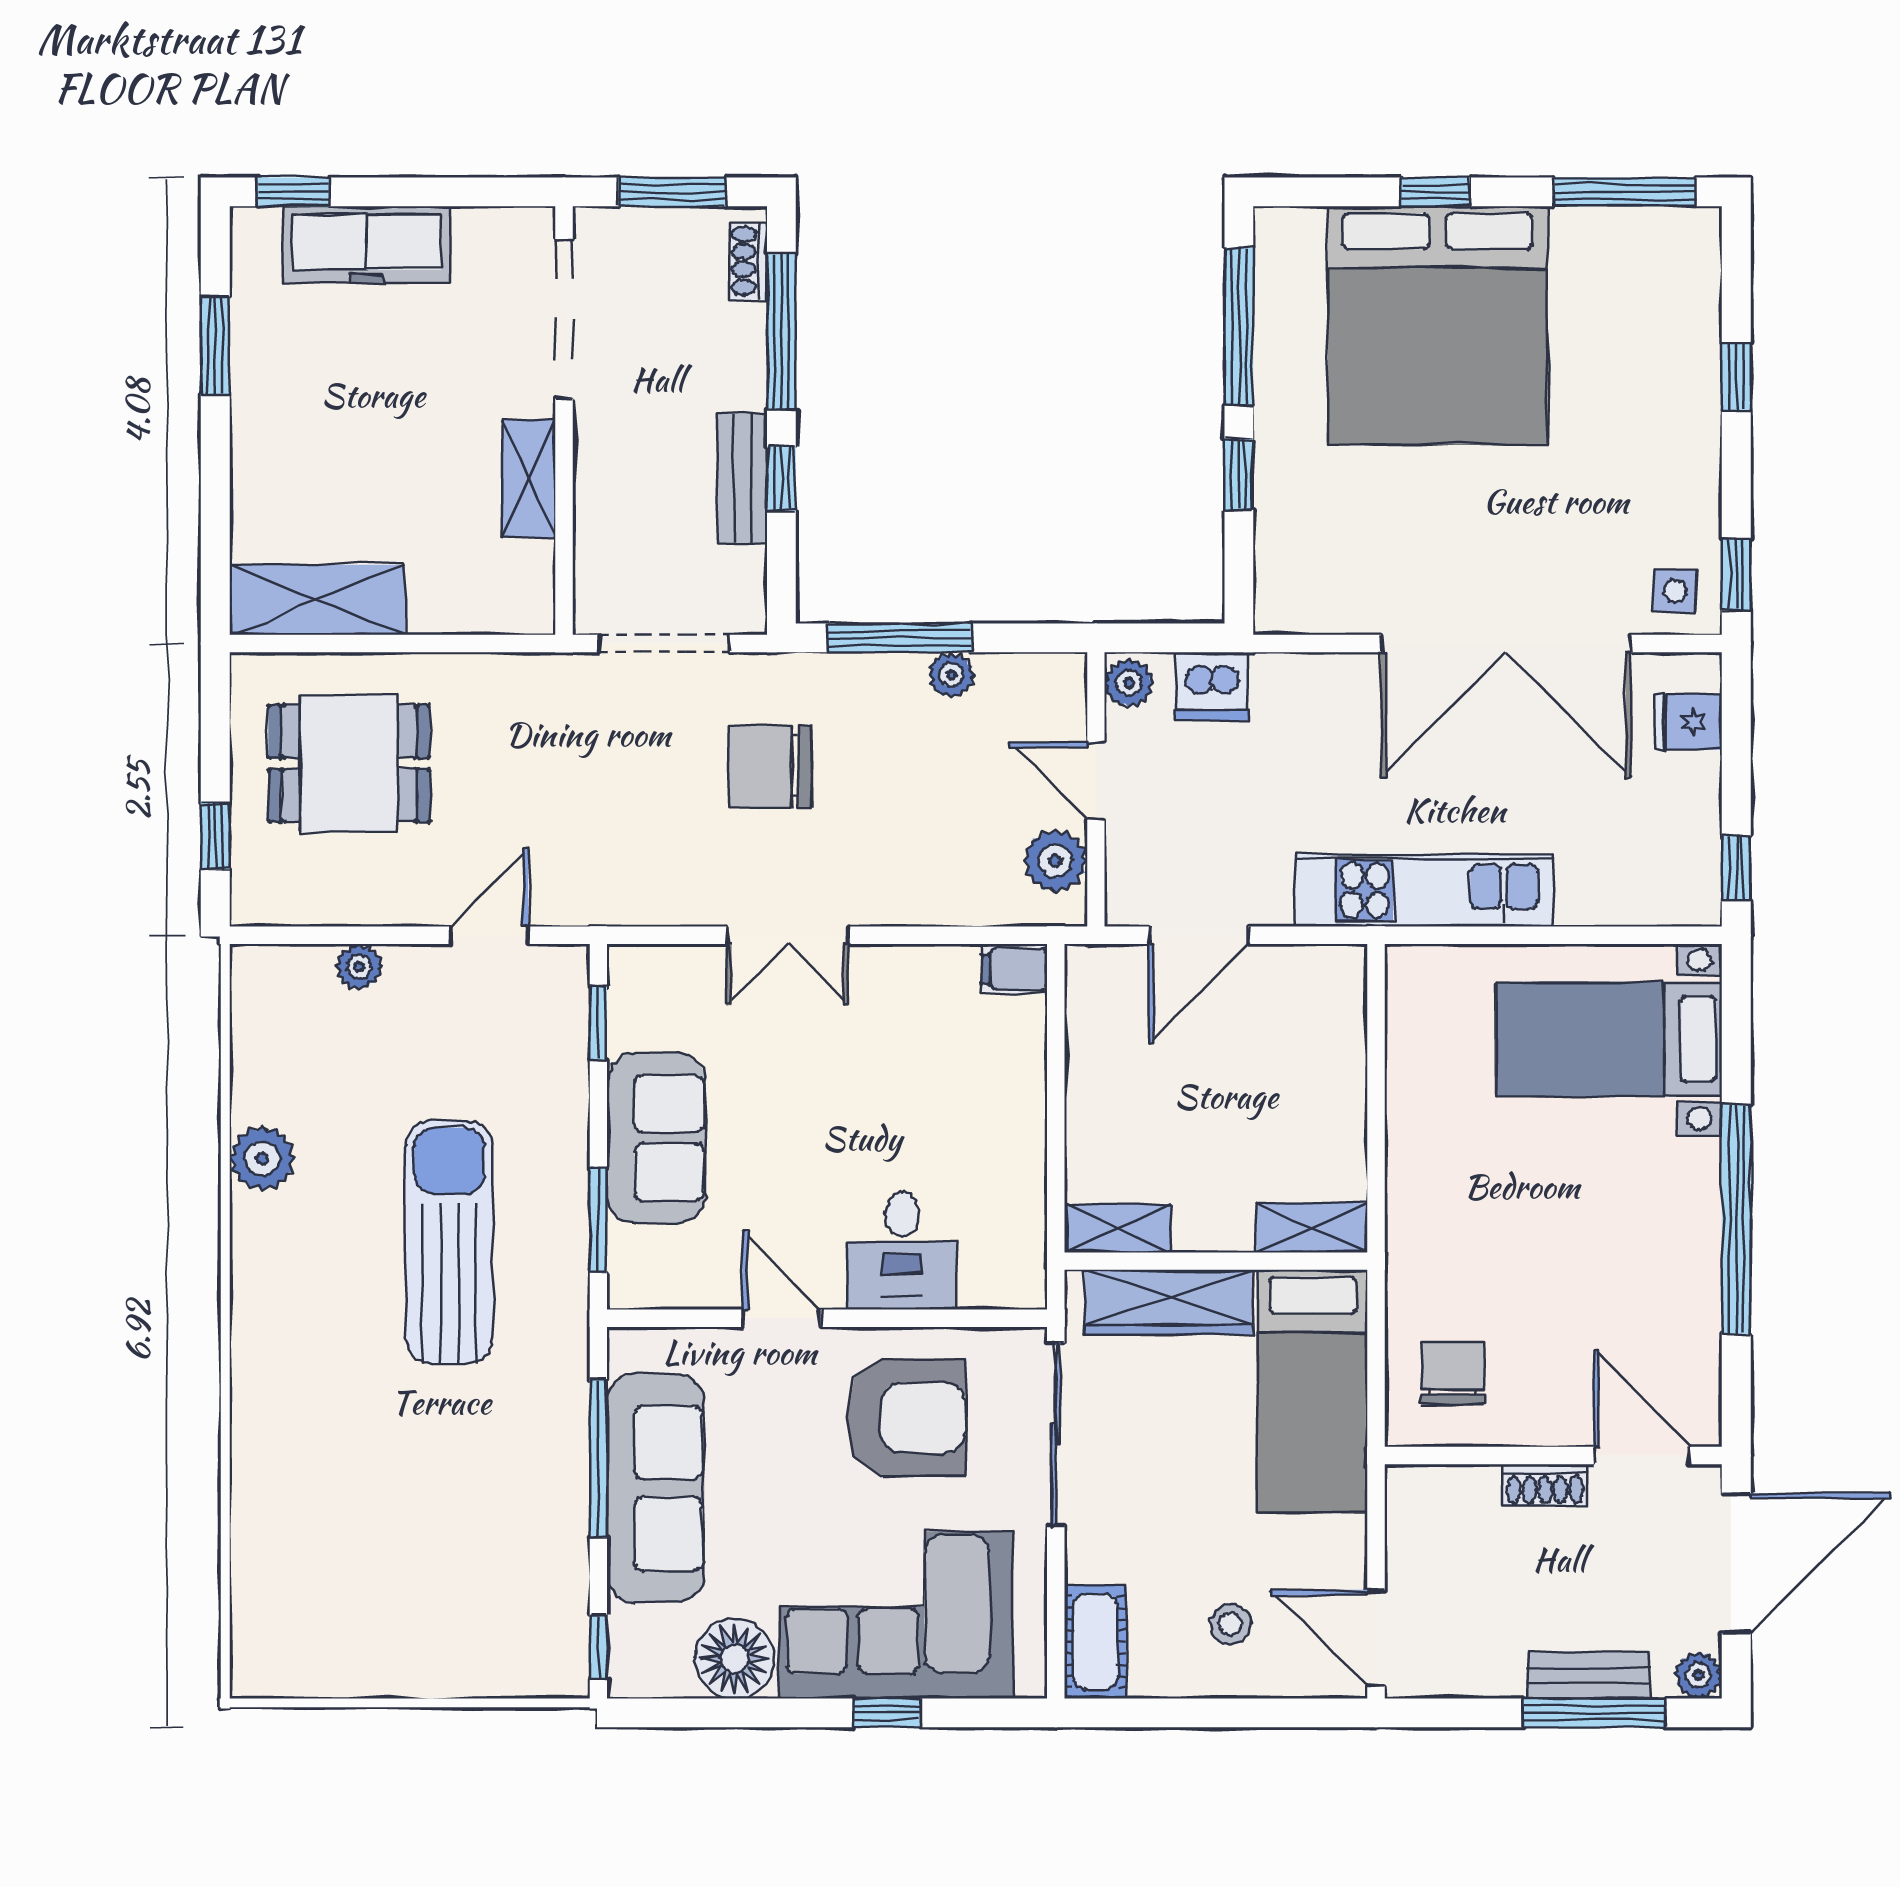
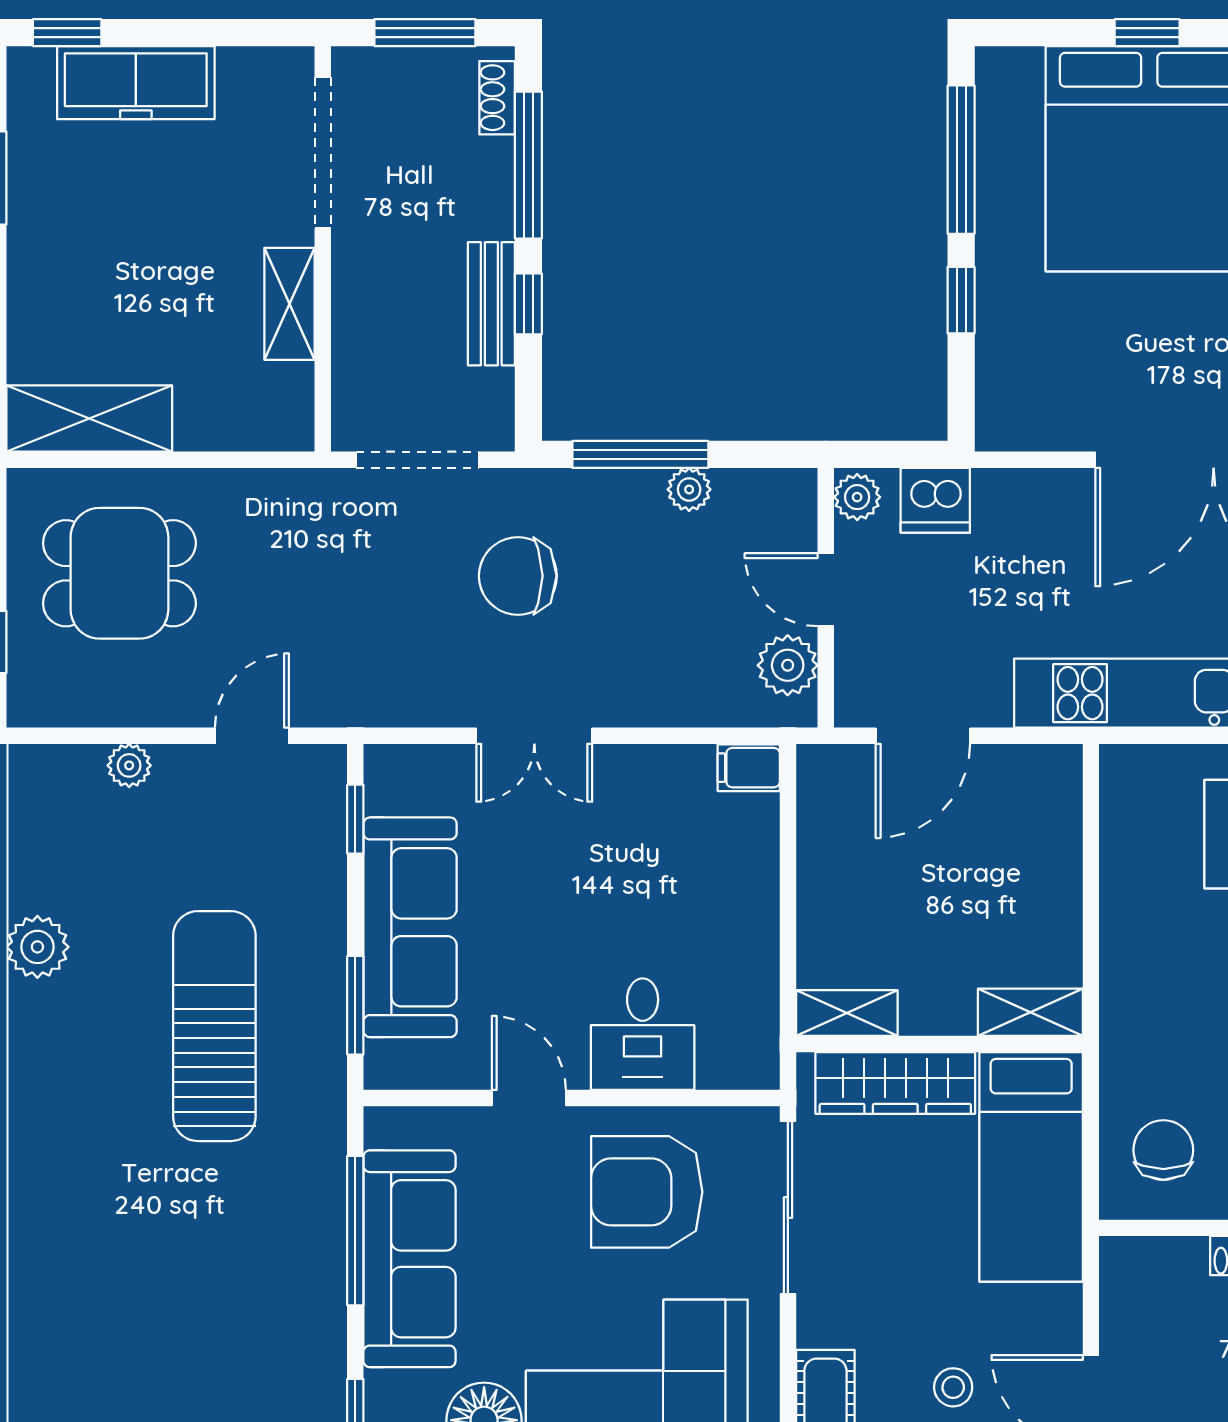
sofa: (656, 1138) -> (410, 927), width x1.36
armchair: (906, 1418) -> (647, 1192), turned 180

